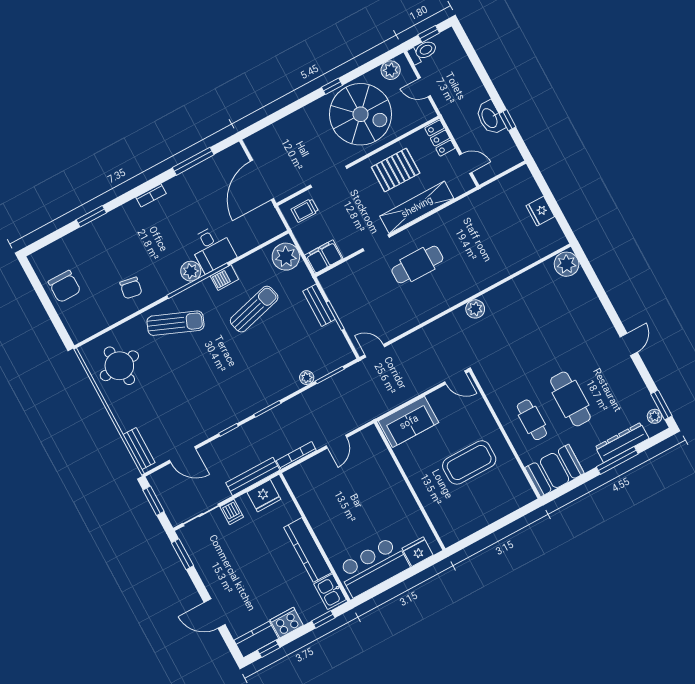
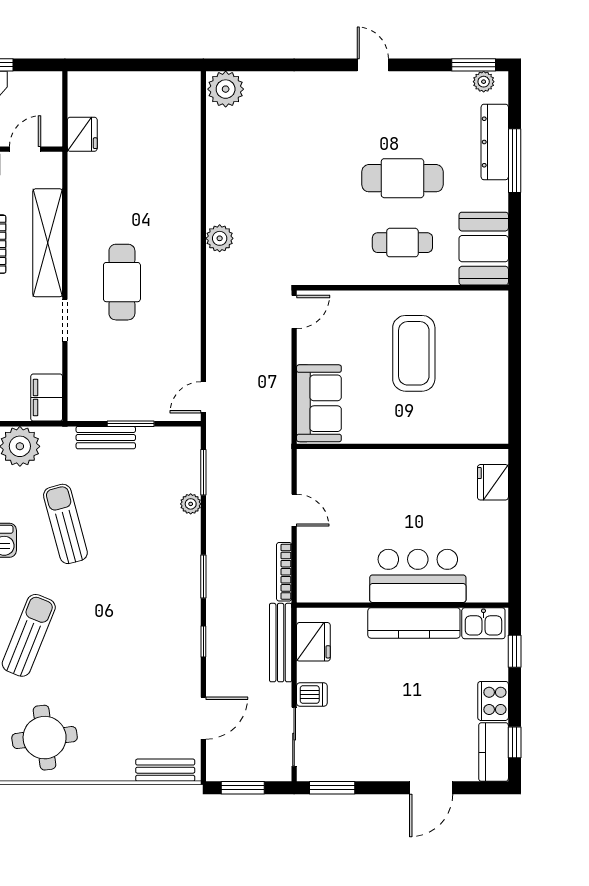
fridge: (540, 211) -> (82, 134), moved, turned -90
bar counter: (373, 567) -> (418, 576), moved, turned 90

